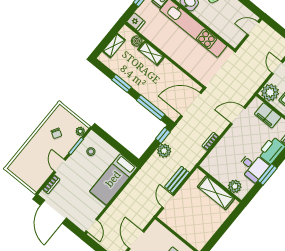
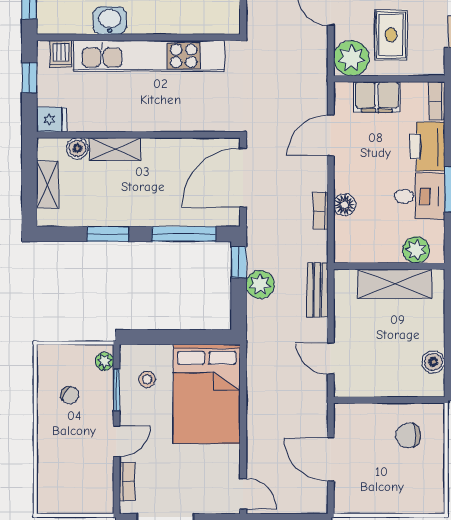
floor lamp: (222, 147) -> (345, 205), added
door: (60, 166) -> (117, 441), swing flipped
bed: (113, 179) -> (207, 394), width x1.50
bench: (177, 180) -> (317, 290), moved
boiler: (206, 235) -> (433, 362), added

